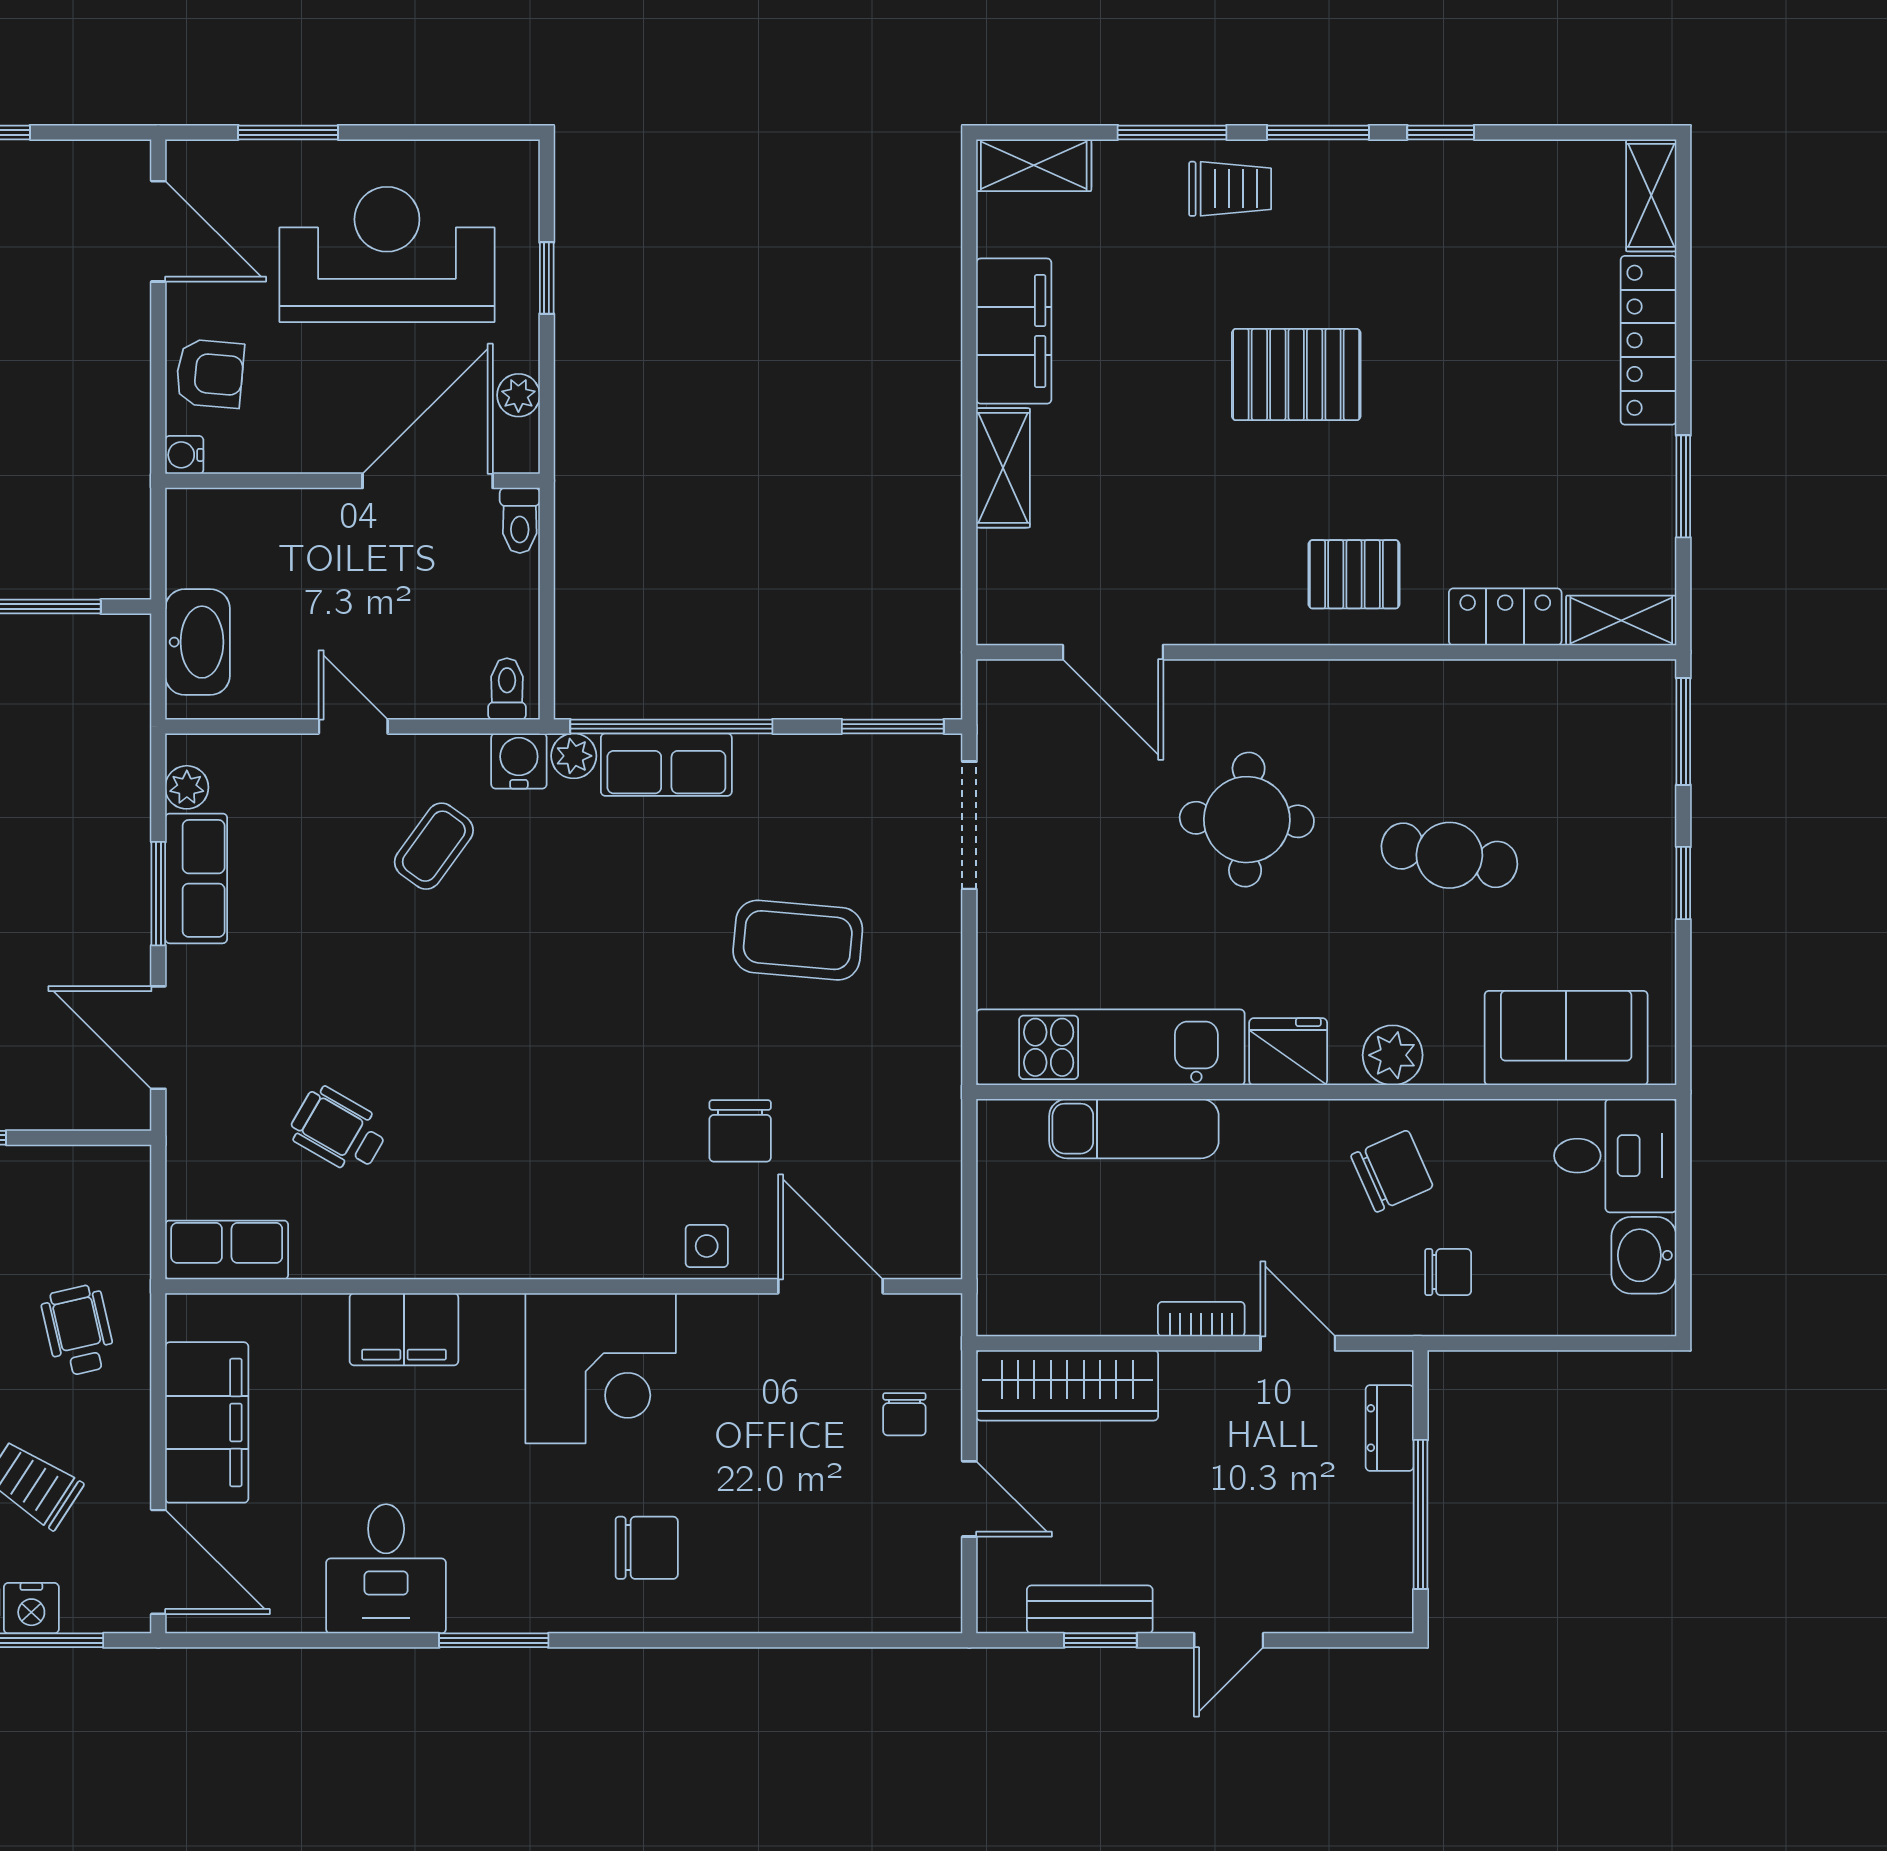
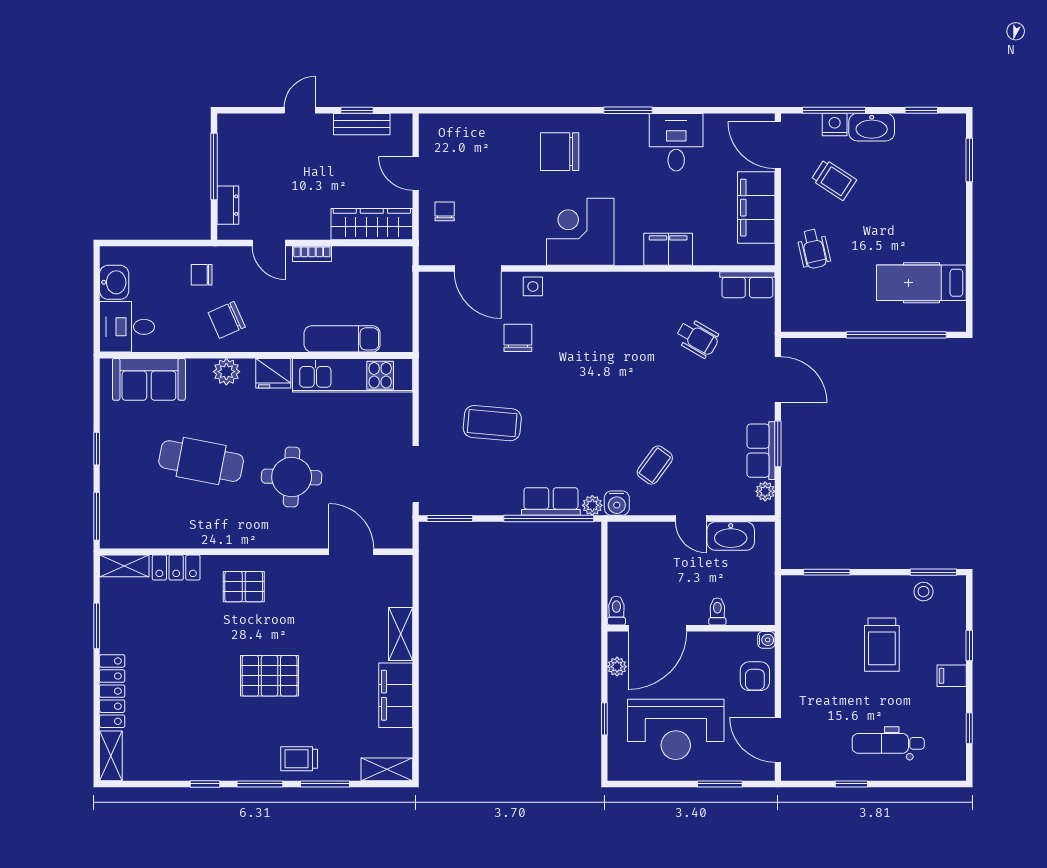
armchair: (210, 374) -> (755, 676), turned -95
washbasin: (197, 642) -> (731, 536), moved, turned -90
toilet: (507, 689) -> (717, 612), moved, turned 180
cafe table: (1449, 855) -> (201, 461), width x1.37, depth x1.35
chair: (647, 1548) -> (560, 152), width x1.37, depth x1.37

